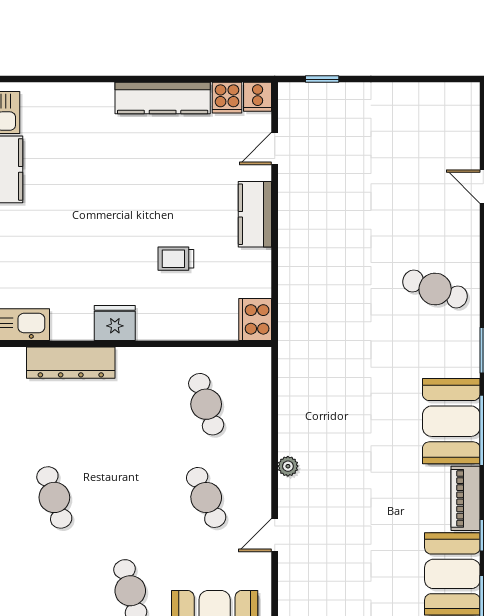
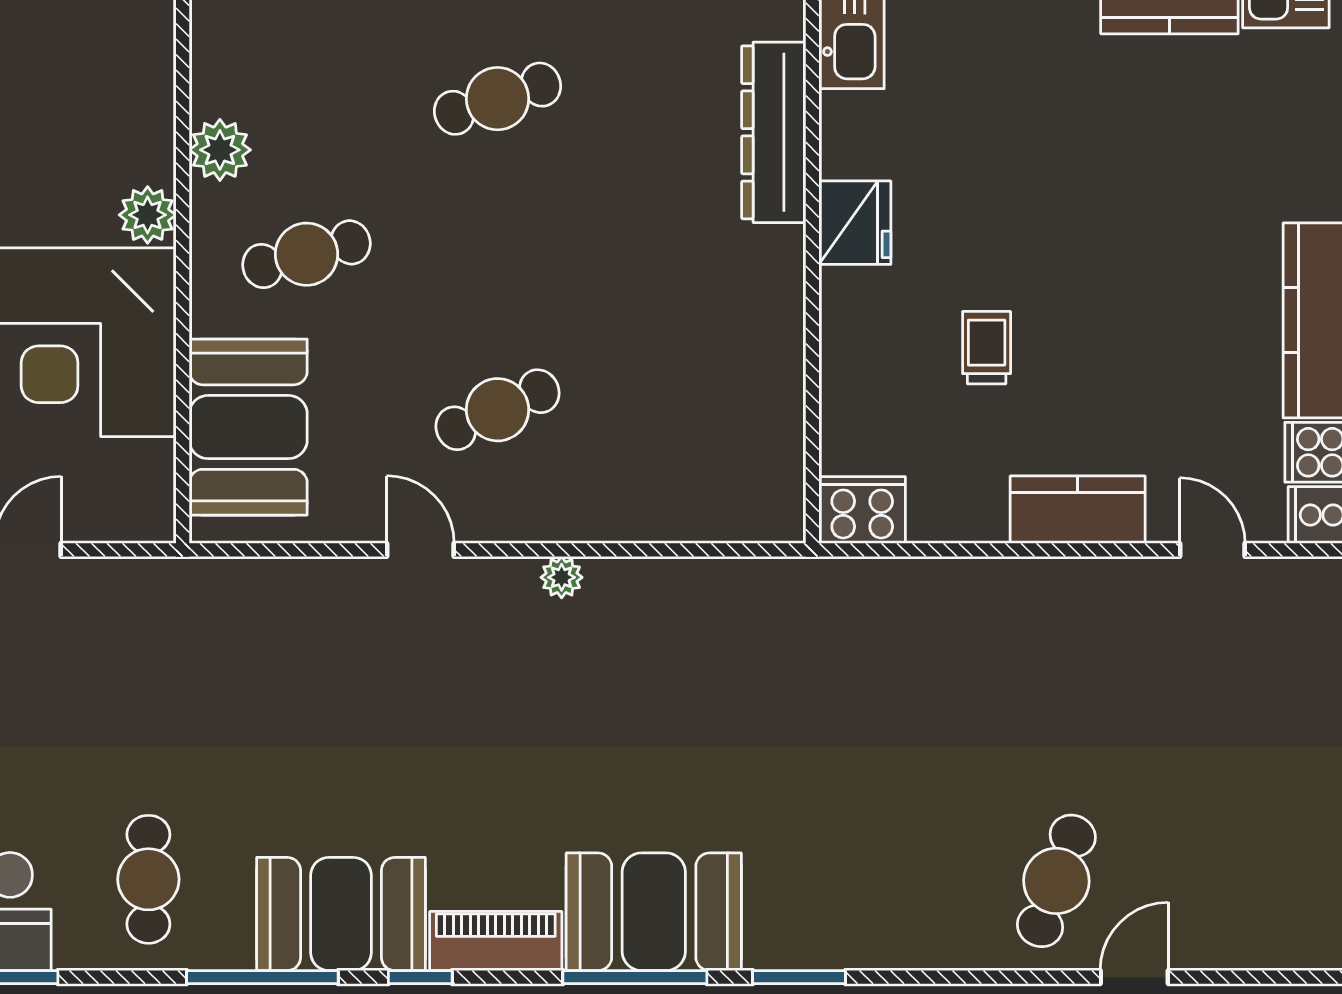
cafe table: (435, 289) -> (1056, 881), moved
cafe table: (206, 404) -> (688, 410), removed

